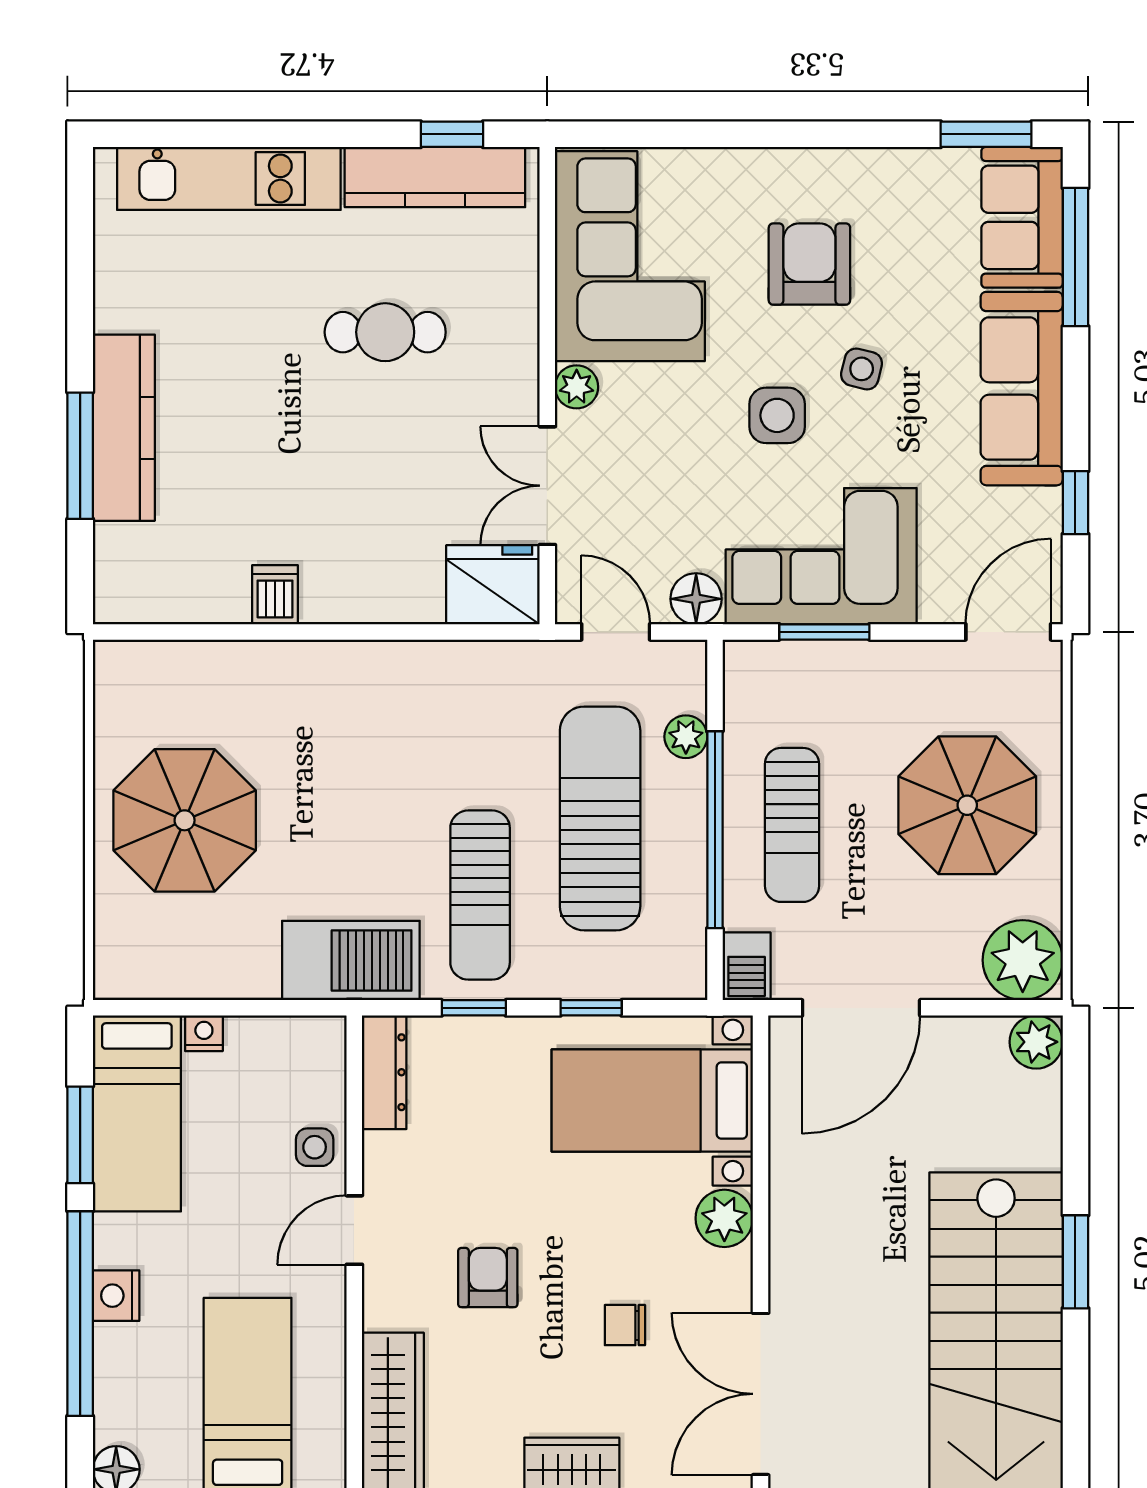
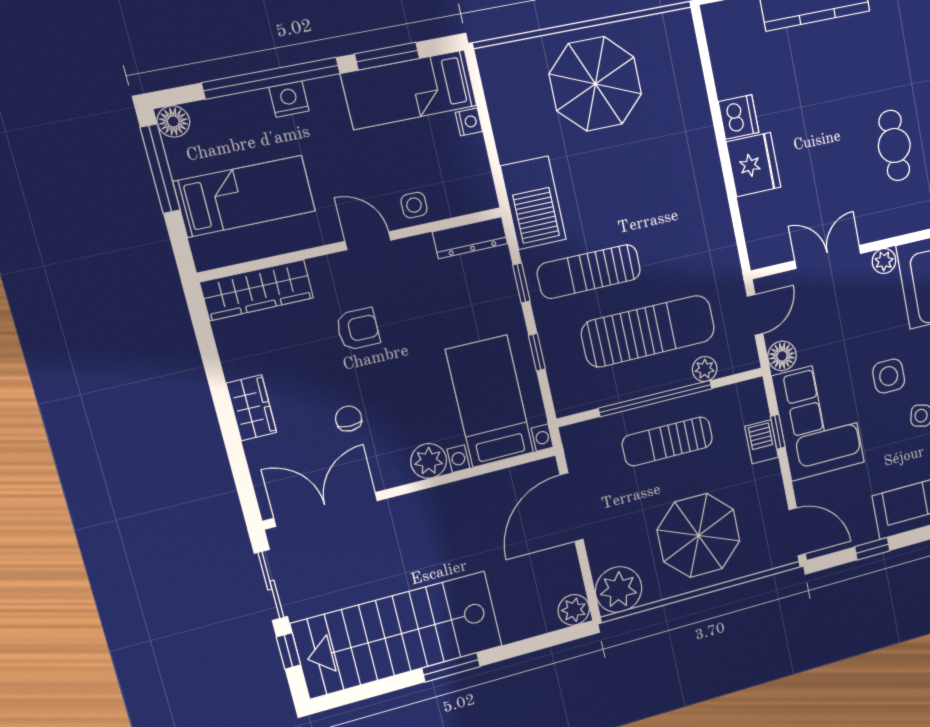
fridge: (493, 585) -> (753, 165), moved
dishwasher: (275, 595) -> (739, 117), width x1.38
window: (824, 632) -> (778, 432), width x0.67
barbecue: (747, 966) -> (762, 442), moved, turned 90
door: (861, 1008) -> (572, 507), hinge flipped

